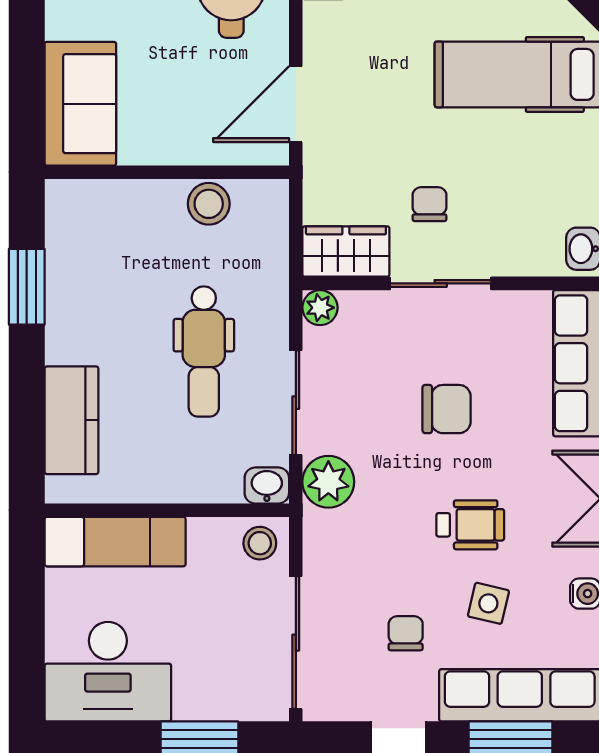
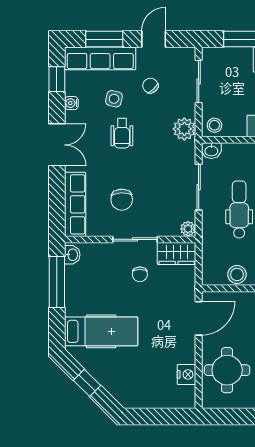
chair: (447, 409) -> (122, 200), moved, turned -92
plant: (328, 482) -> (184, 129), moved
wheelchair: (470, 525) -> (122, 133), turned -90
chair: (406, 633) -> (150, 86), turned 138
sliding door: (296, 643) -> (199, 82), width x0.73

